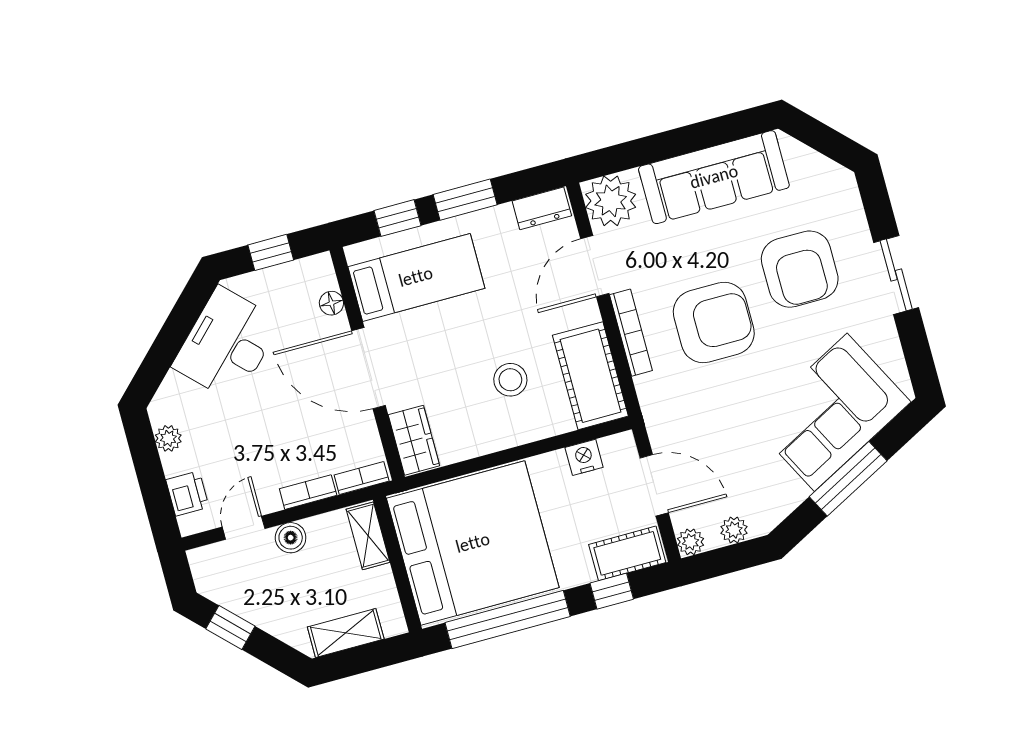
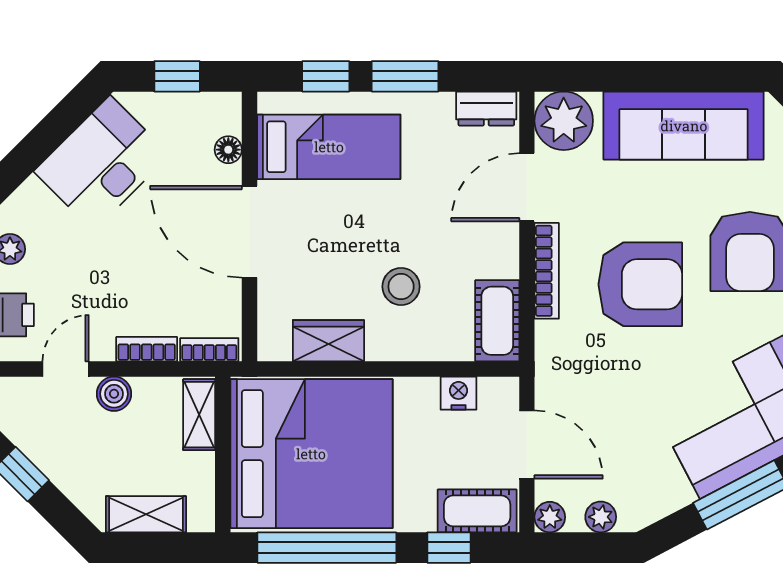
cot: (590, 376) -> (497, 321), width x0.73, depth x0.75
wardrobe: (414, 440) -> (328, 341), moved, turned -90

